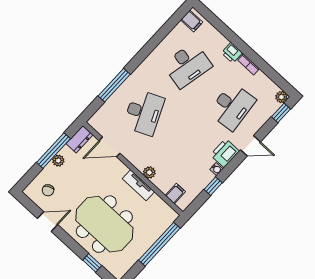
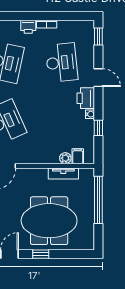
plant: (281, 97) -> (89, 26), removed
door: (250, 146) -> (98, 78), hinge flipped
plant: (149, 172) -> (65, 158), moved
tv unit: (138, 185) -> (63, 173), moved
window: (92, 263) -> (41, 254), moved

